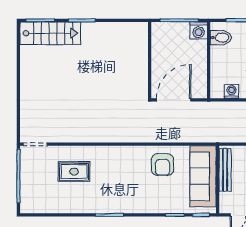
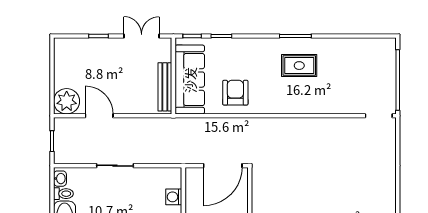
washing machine: (232, 91) -> (174, 197), moved, turned 90
rug: (74, 172) -> (299, 66), moved

